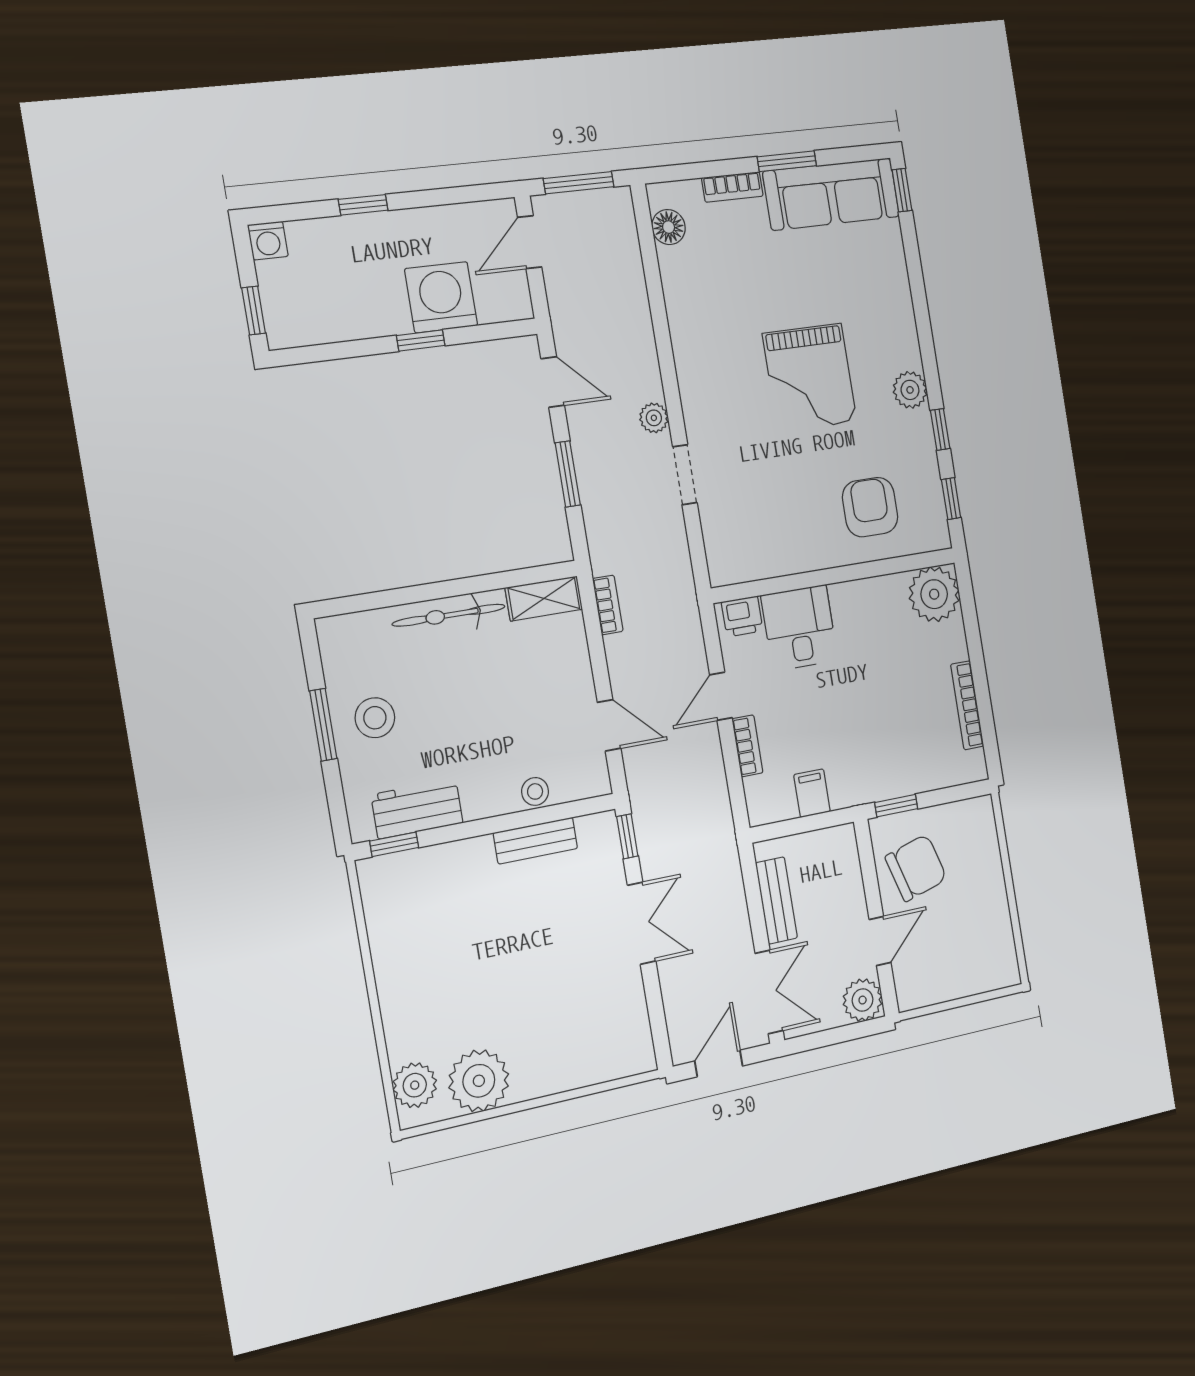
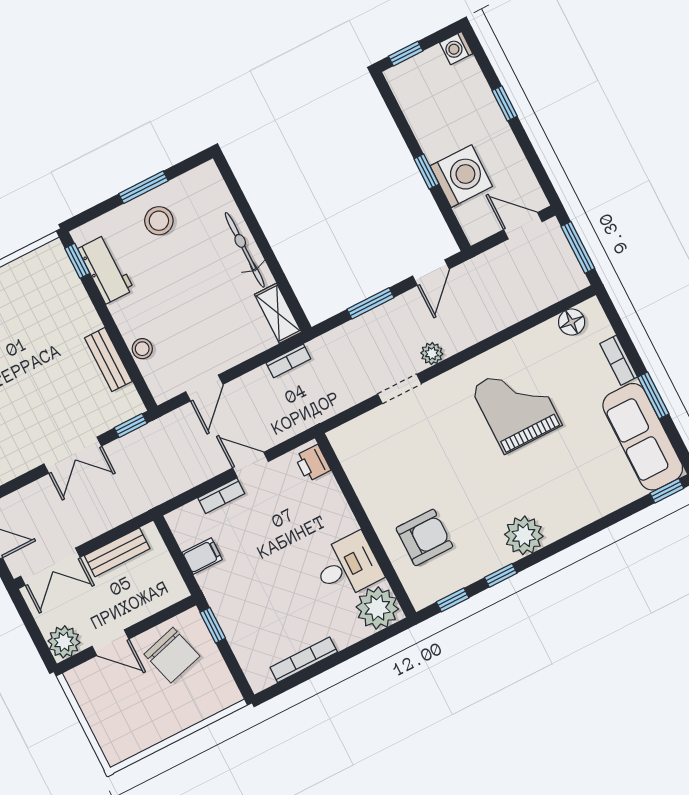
grand piano: (810, 378) -> (516, 406), moved, turned 90
plant: (910, 390) -> (524, 535), width x1.36, depth x1.36
desk: (799, 628) -> (347, 566), moved

